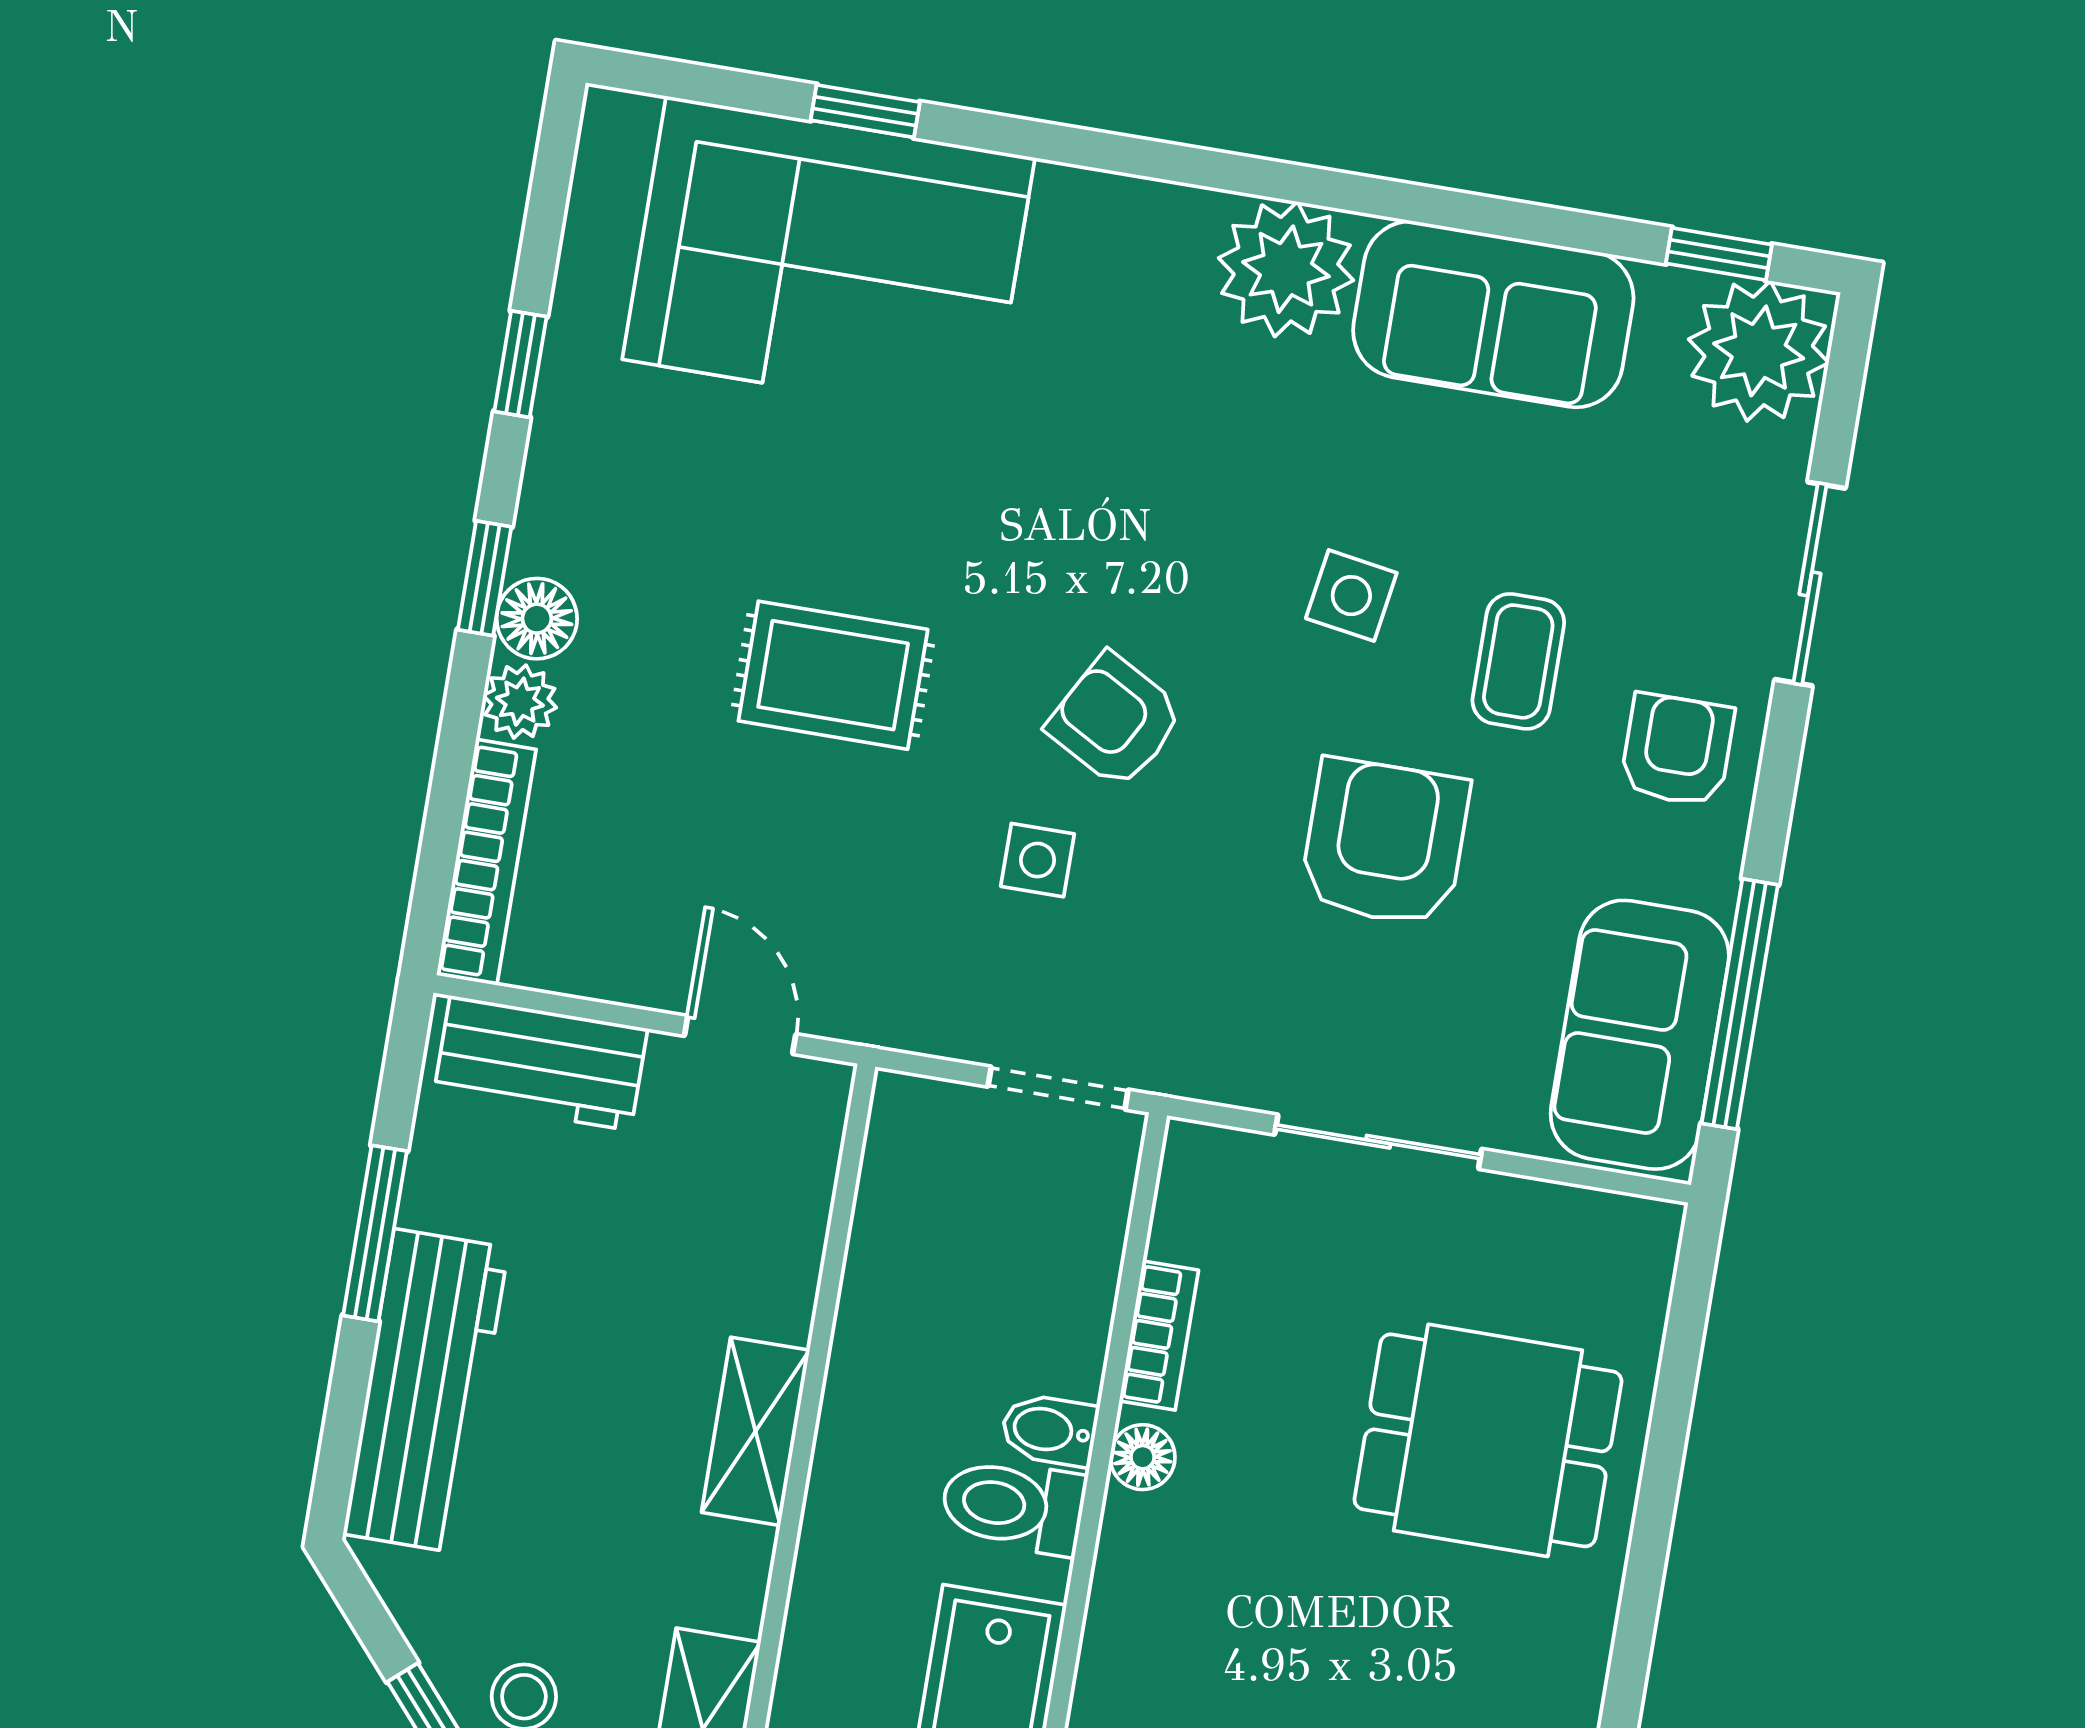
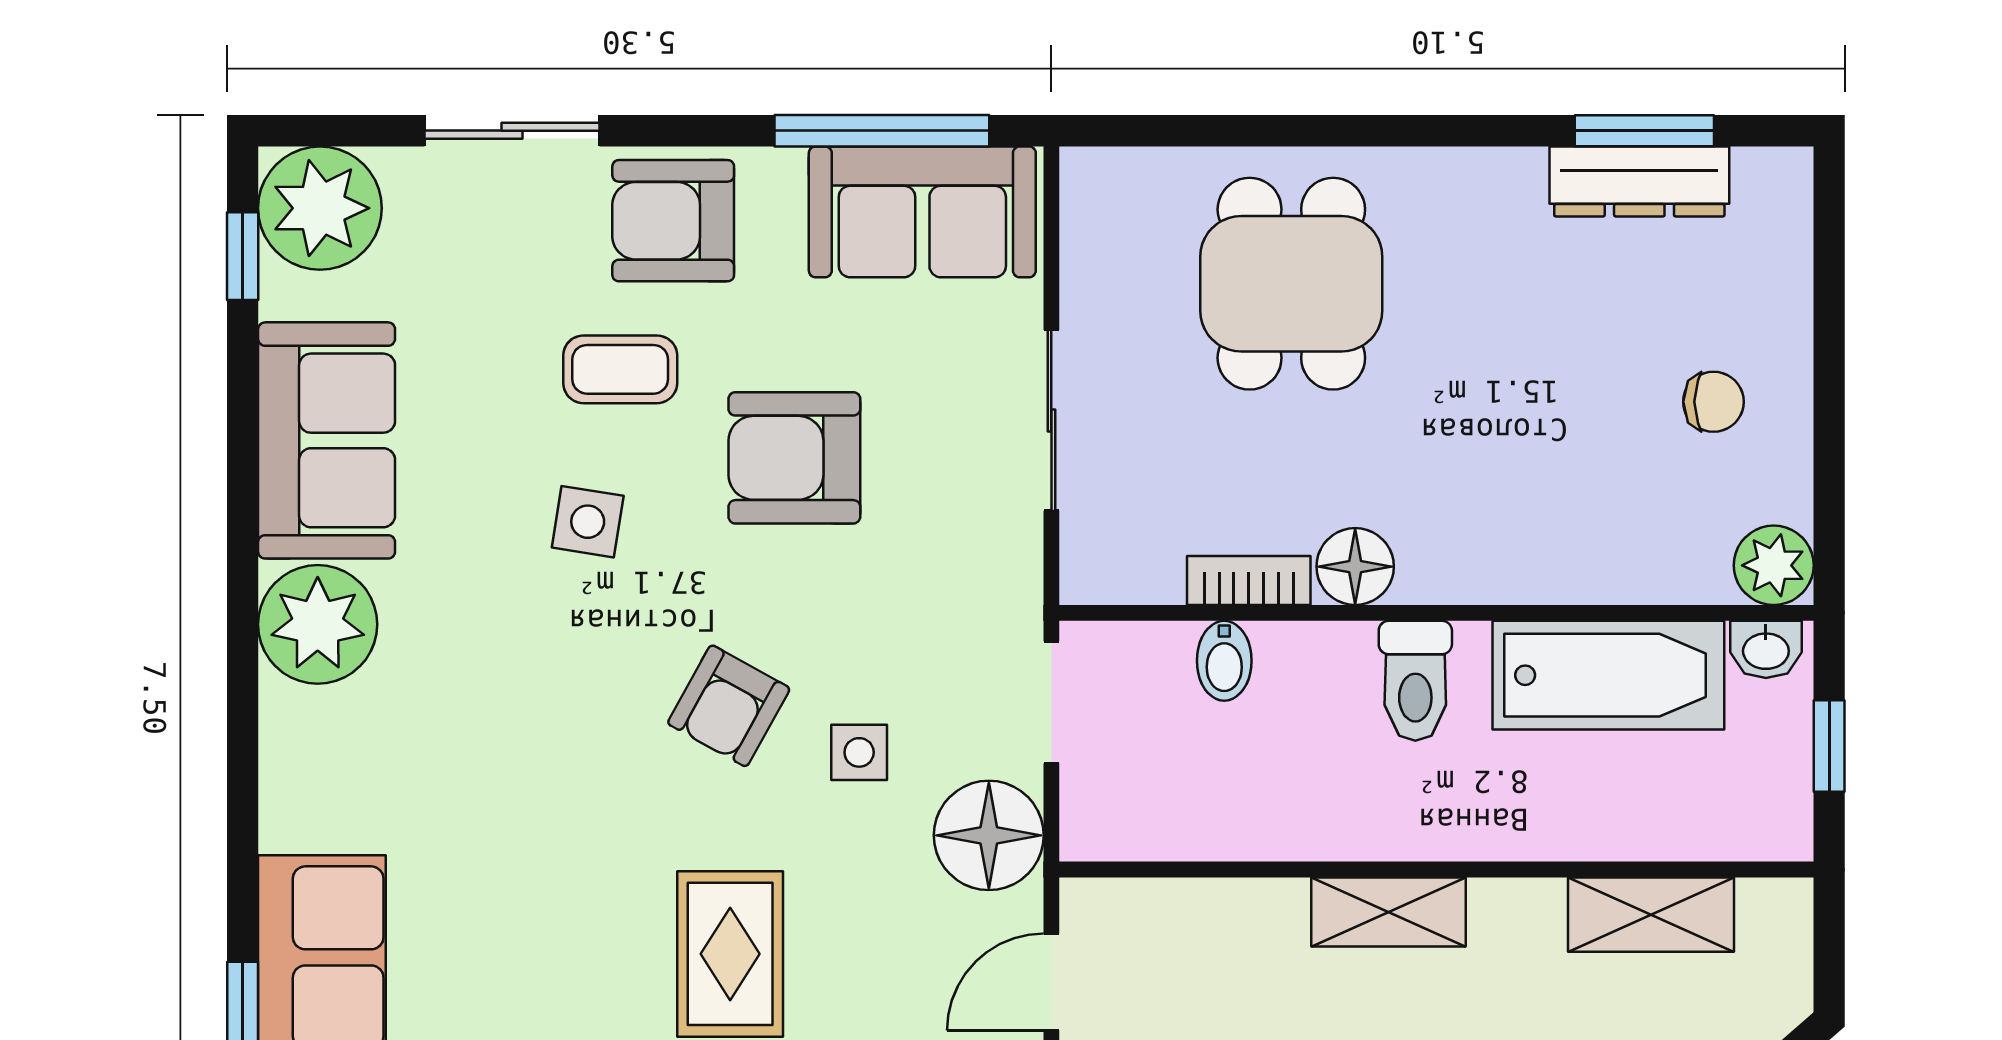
armchair: (1677, 750) -> (673, 221), width x1.38, depth x1.38
floor lamp: (919, 992) -> (989, 835), added
bidet: (1049, 1430) -> (1224, 661), moved
floor lamp: (1143, 1457) -> (1355, 567), width x1.37, depth x1.37

